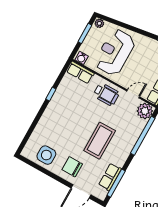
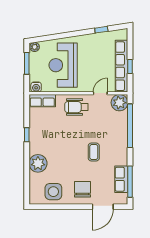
wheelchair: (106, 94) -> (76, 107), turned 180
plant: (47, 124) -> (38, 163), added
coffee table: (100, 141) -> (94, 152), width x0.54, depth x0.58
chair: (72, 167) -> (82, 189), turned 90

